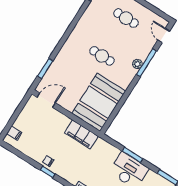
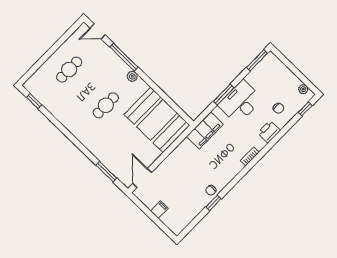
plant: (137, 64) -> (132, 76), moved
filing cabinet: (14, 133) -> (159, 210), moved
filing cabinet: (81, 134) -> (205, 130), moved
window: (48, 172) -> (213, 203), moved

